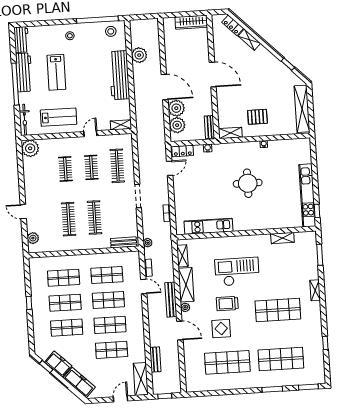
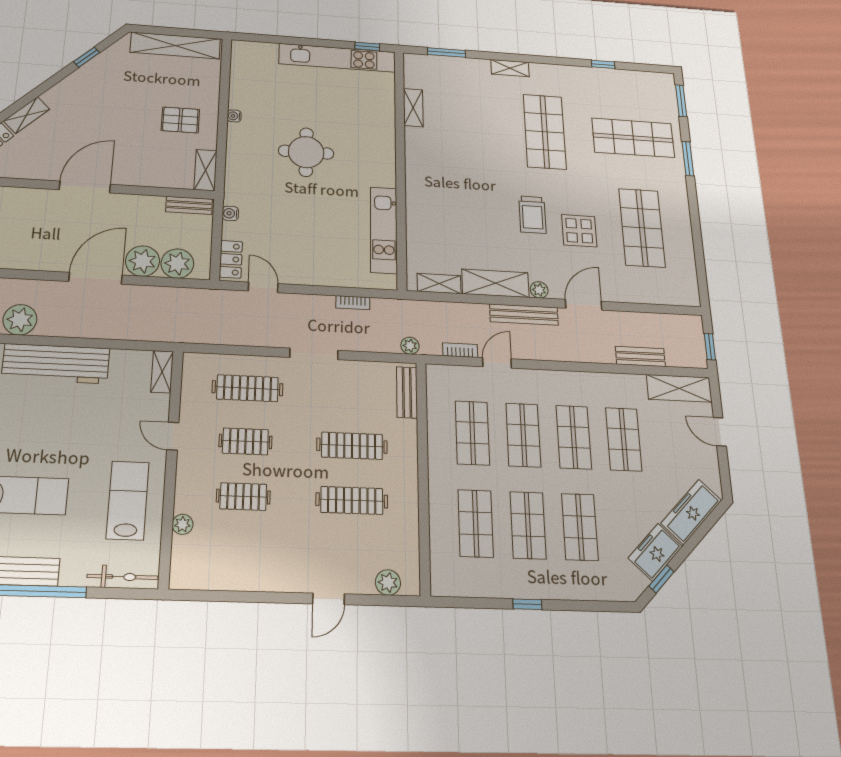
pallet: (257, 117) -> (180, 120), turned 90
plant: (30, 148) -> (183, 524), moved, width x0.53, depth x0.53
checkout: (237, 272) -> (473, 191), removed
shop shelf: (281, 359) -> (633, 138), turned 90

